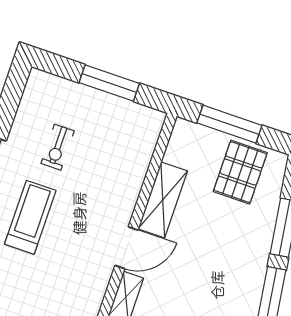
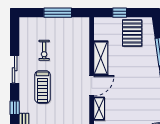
window: (229, 124) -> (120, 13), width x0.46
treadmill: (30, 217) -> (43, 87), turned 180

